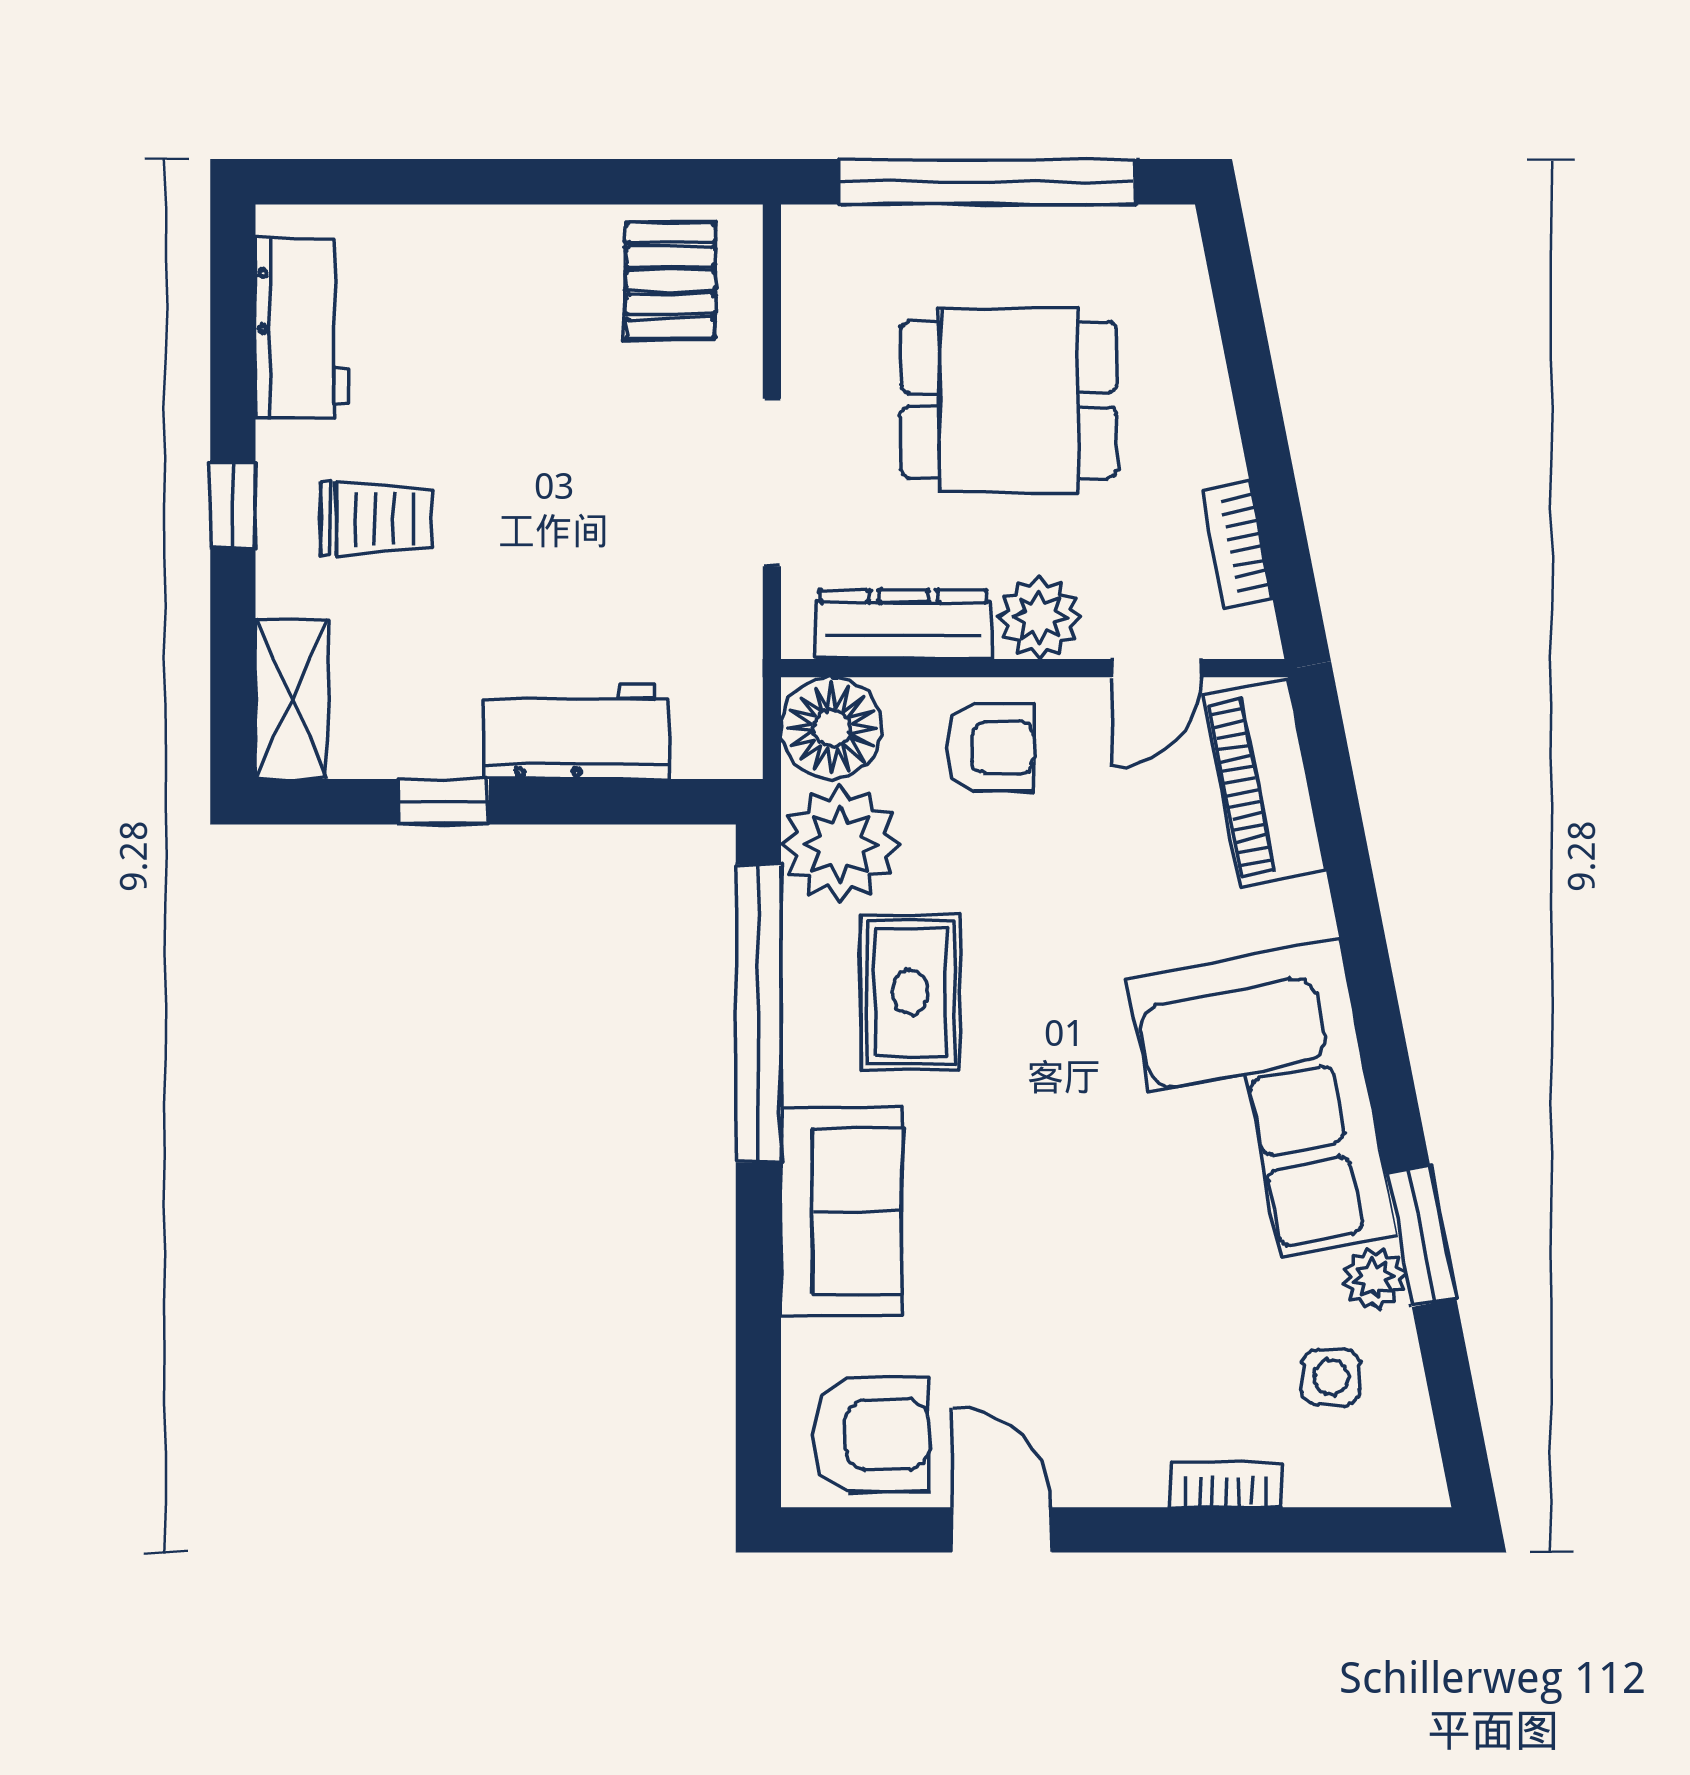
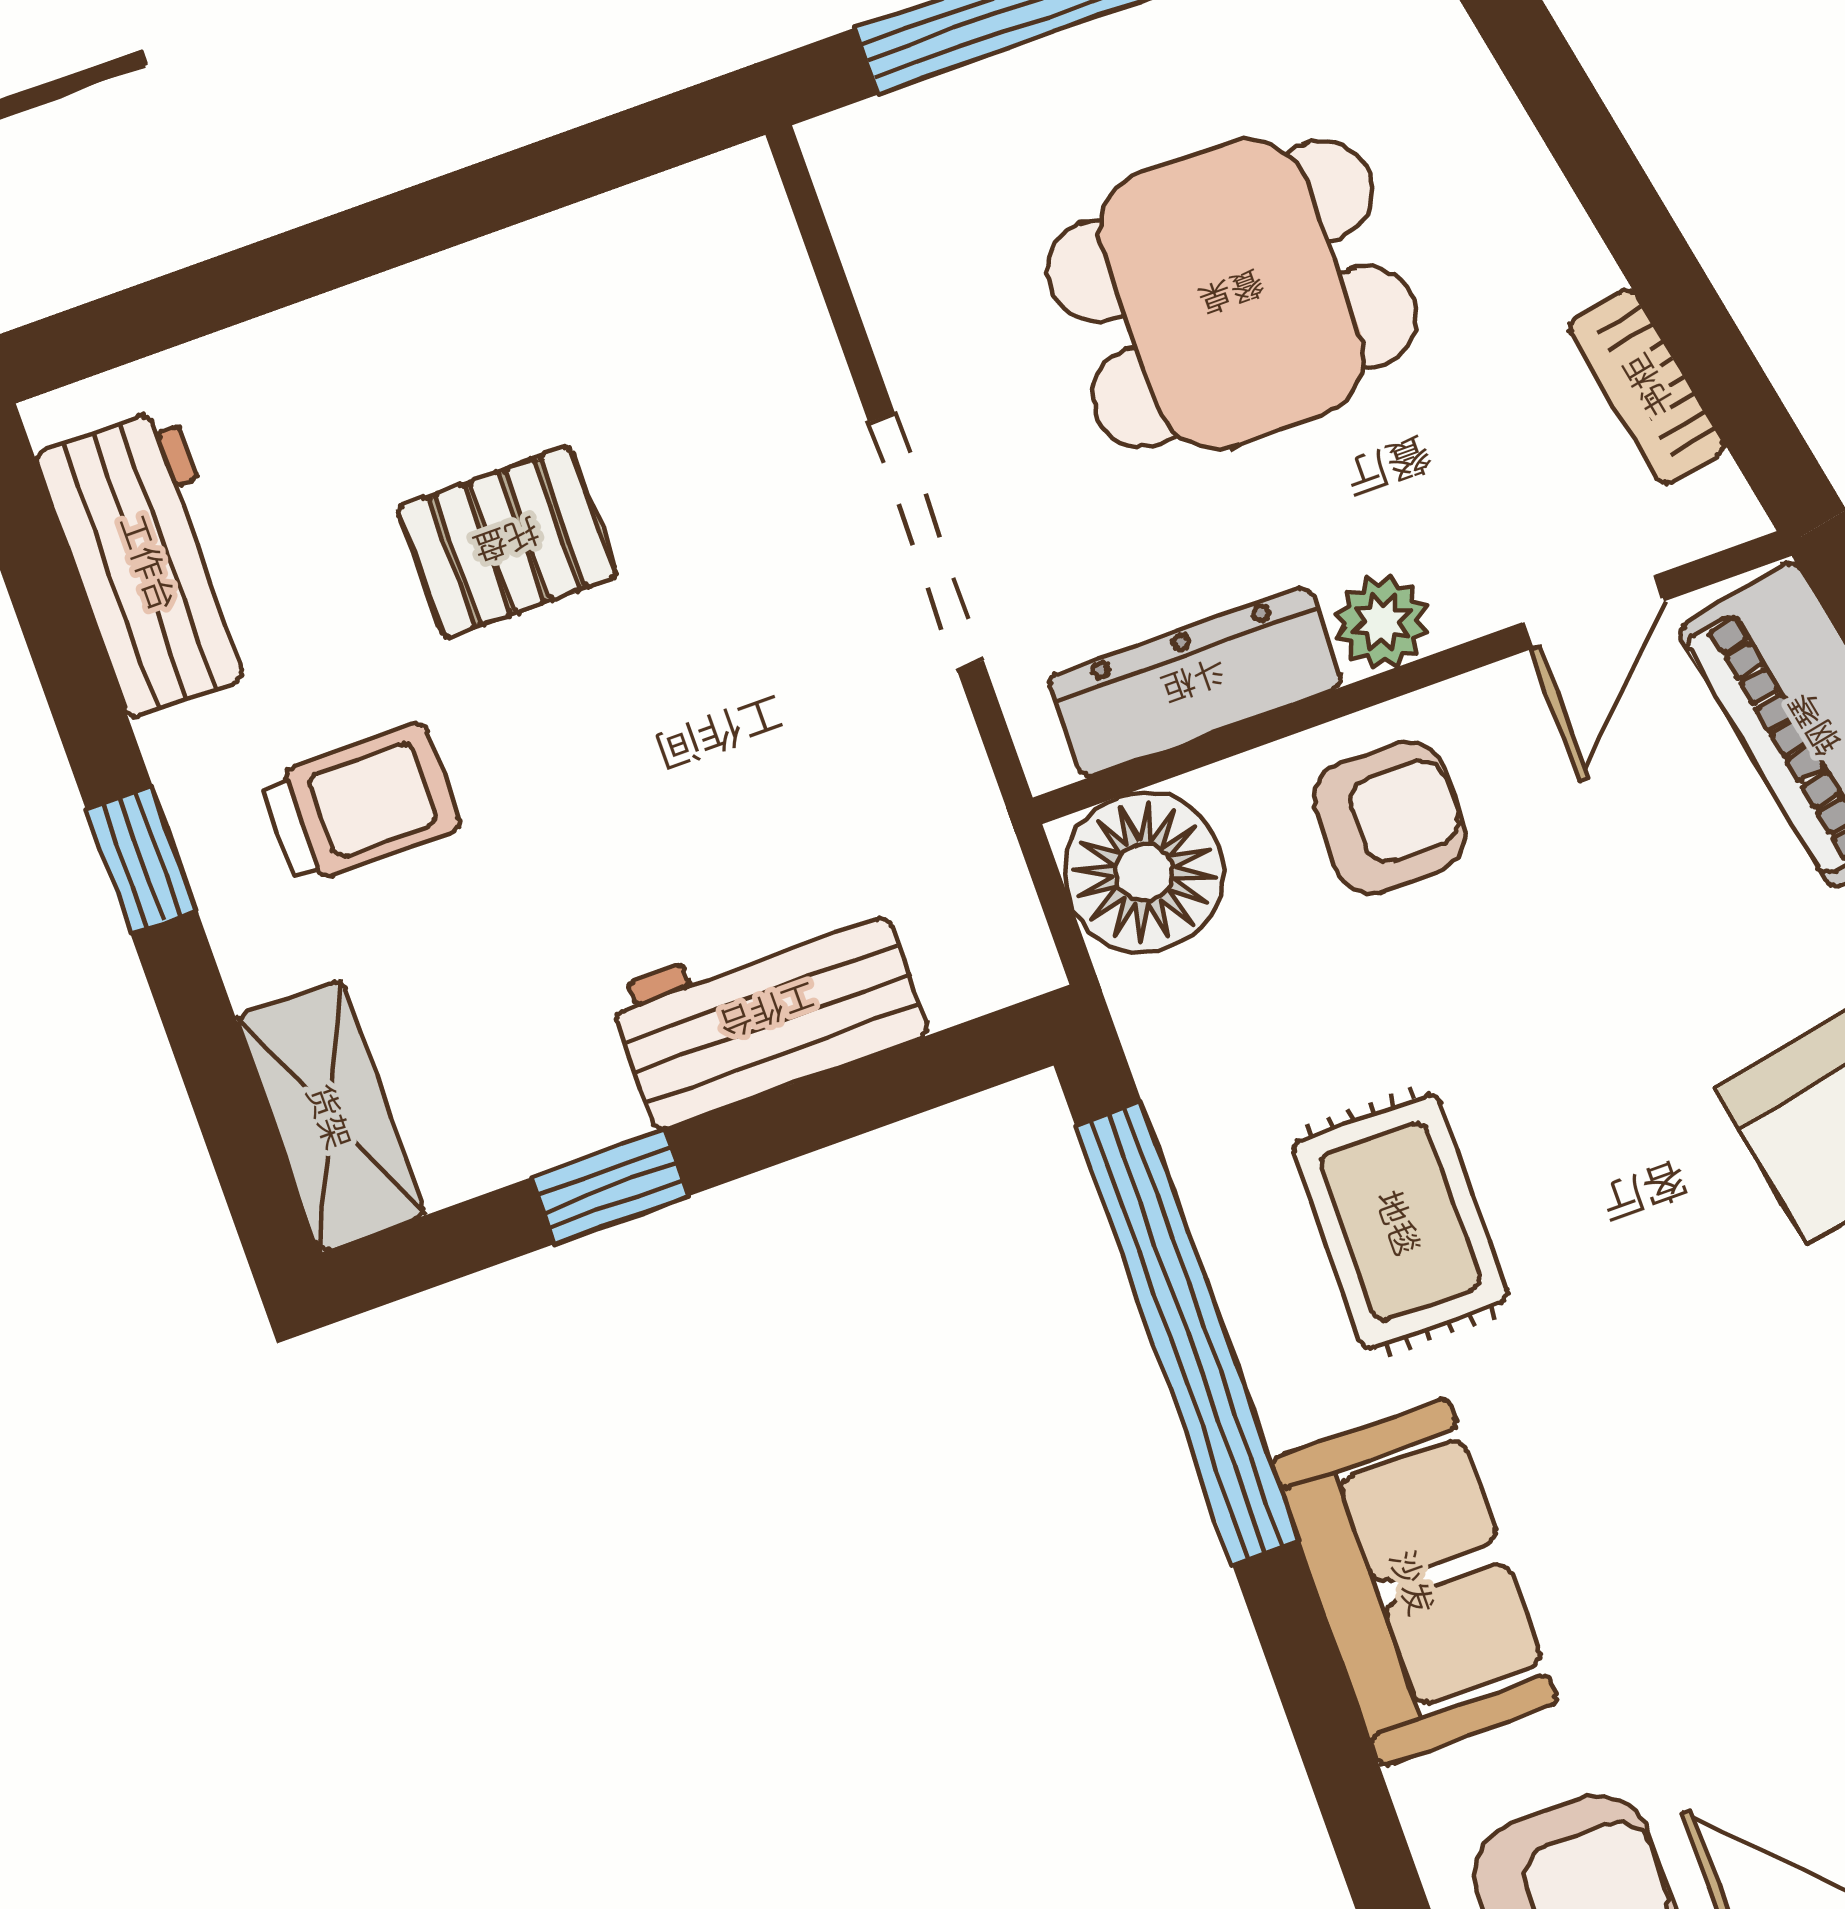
pallet: (670, 281) -> (507, 542), moved, turned 90
plant: (1039, 618) -> (1382, 622), width x0.73, depth x0.73
plant: (840, 844) -> (1218, 1039), removed

